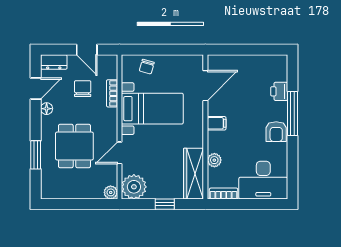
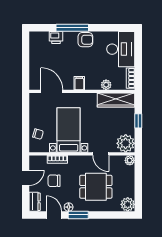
window: (36, 155) -> (78, 215), moved
plant: (50, 190) -> (128, 204), added

